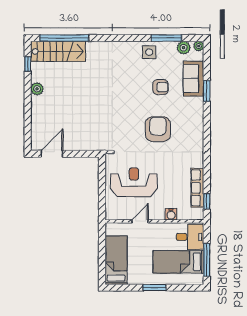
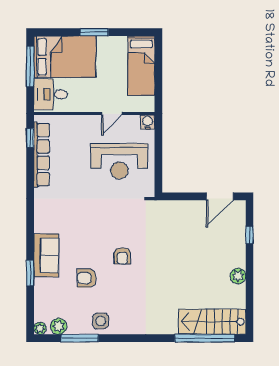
window: (28, 64) -> (250, 235), moved
sofa: (194, 79) -> (46, 255), moved
armchair: (158, 129) -> (122, 256), moved, width x0.53, depth x0.53
row of seats: (197, 188) -> (42, 155), width x1.36
water cooler: (171, 214) -> (148, 122), moved
bed: (178, 262) -> (65, 57), width x1.50

